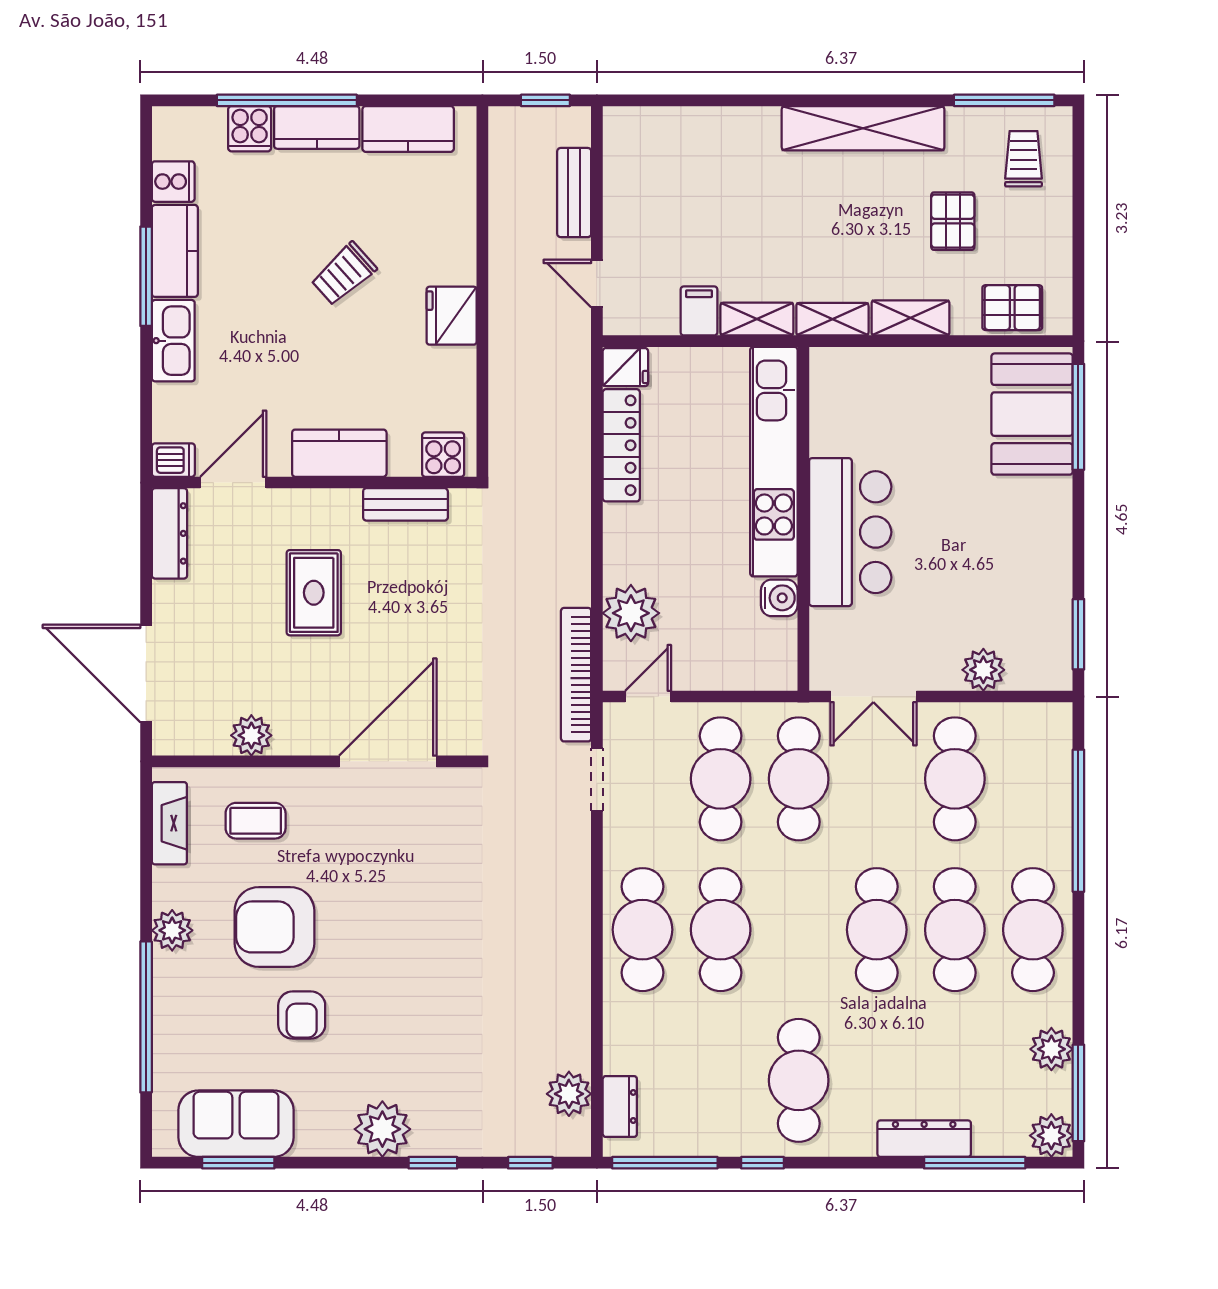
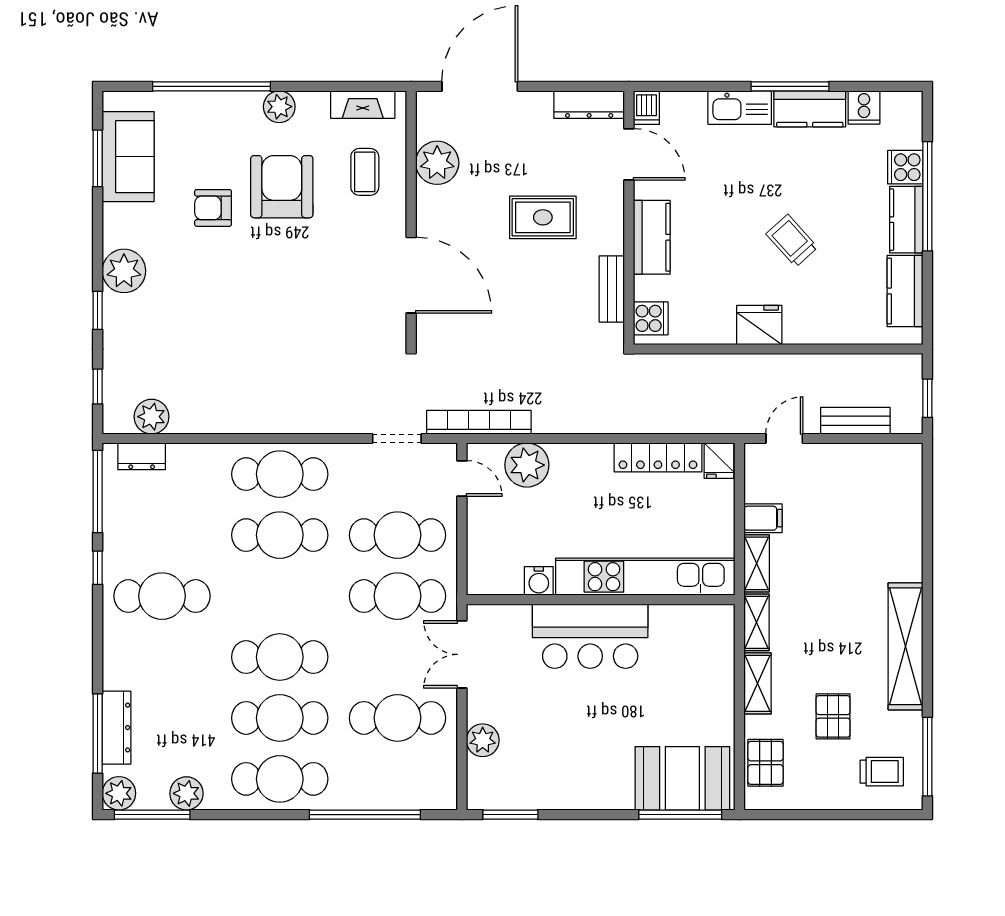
pallet: (953, 221) -> (833, 716), turned 90
plant: (251, 735) -> (437, 163), width x1.36, depth x1.36
dresser: (924, 1139) -> (116, 728), moved

